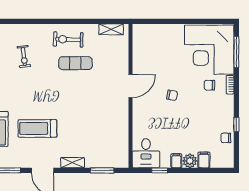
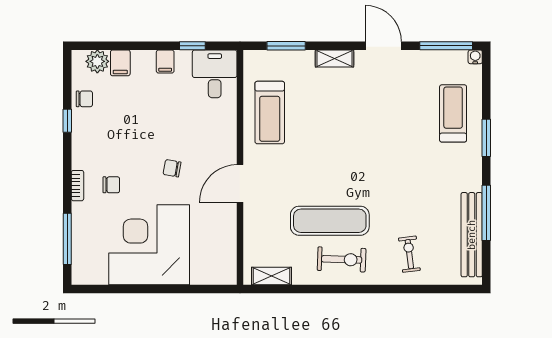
corner desk: (209, 50) -> (149, 245), moved, turned -90
exercise bike: (24, 56) -> (409, 254), moved
exercise mat: (75, 63) -> (330, 221), width x1.36, depth x1.45
treadmill: (37, 128) -> (270, 113), moved, turned 90
plant: (190, 161) -> (97, 61), moved

